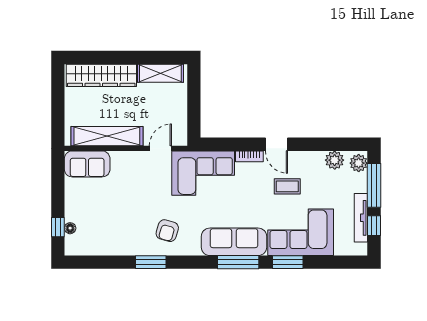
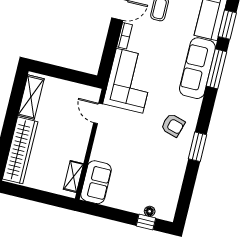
shelving: (107, 136) -> (73, 176), width x0.45, depth x0.75

